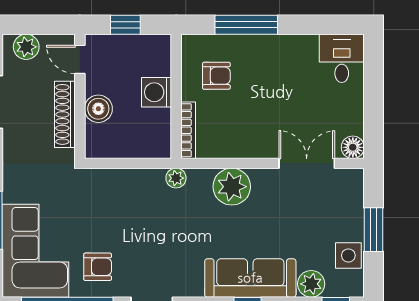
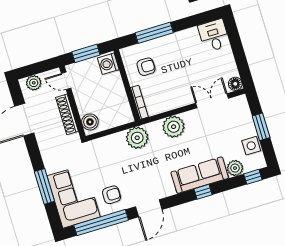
window: (125, 25) -> (86, 53), width x1.50
washing machine: (157, 92) -> (108, 64), moved
boiler: (98, 109) -> (90, 122), moved
plant: (176, 178) -> (137, 138), width x1.88, depth x1.88

